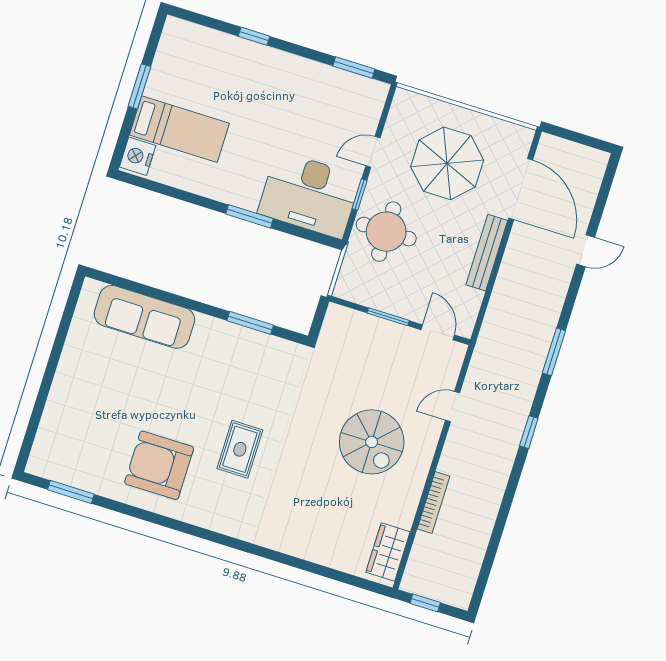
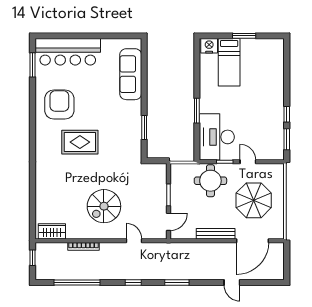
window: (254, 36) -> (287, 114), moved
bar counter: (67, 420) -> (68, 52), added
rug: (240, 449) -> (80, 142), width x1.36, depth x1.43
window: (496, 535) -> (77, 283), added

